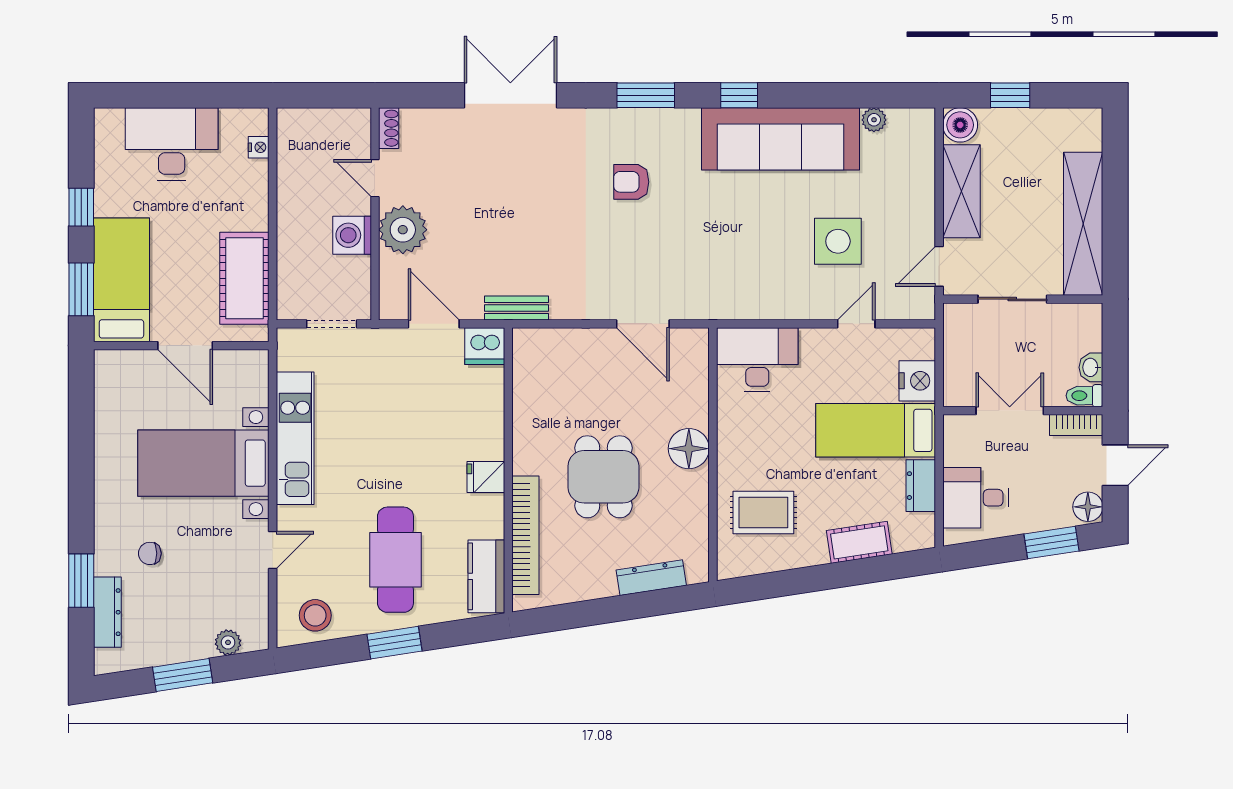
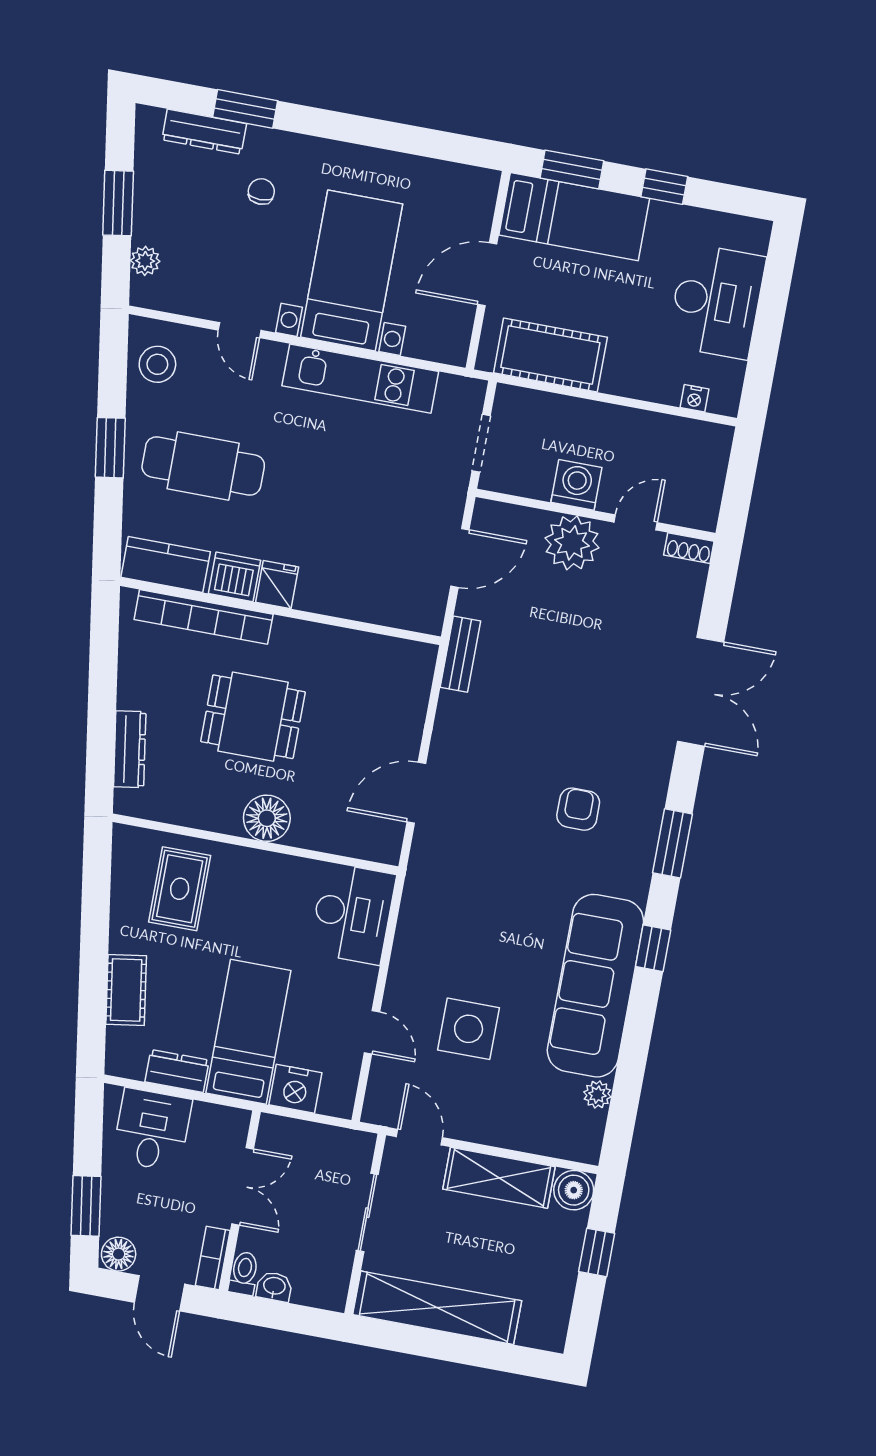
dishwasher: (485, 346) -> (234, 577), moved, turned 90

